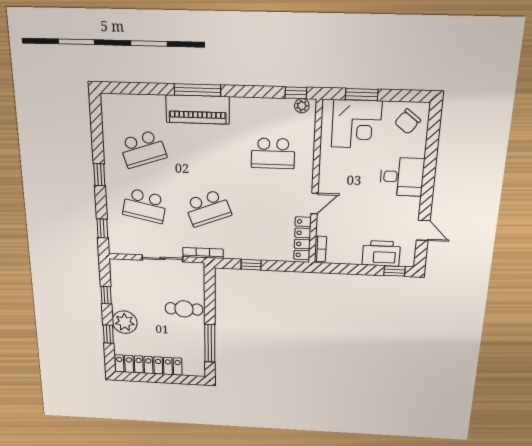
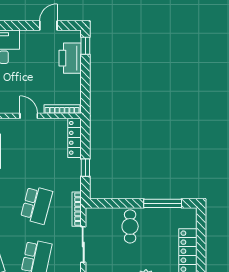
school desk: (208, 208) -> (37, 205), turned 36
locker: (302, 238) -> (75, 138), moved, turned 90
bookcase: (320, 249) -> (62, 109), width x1.56

